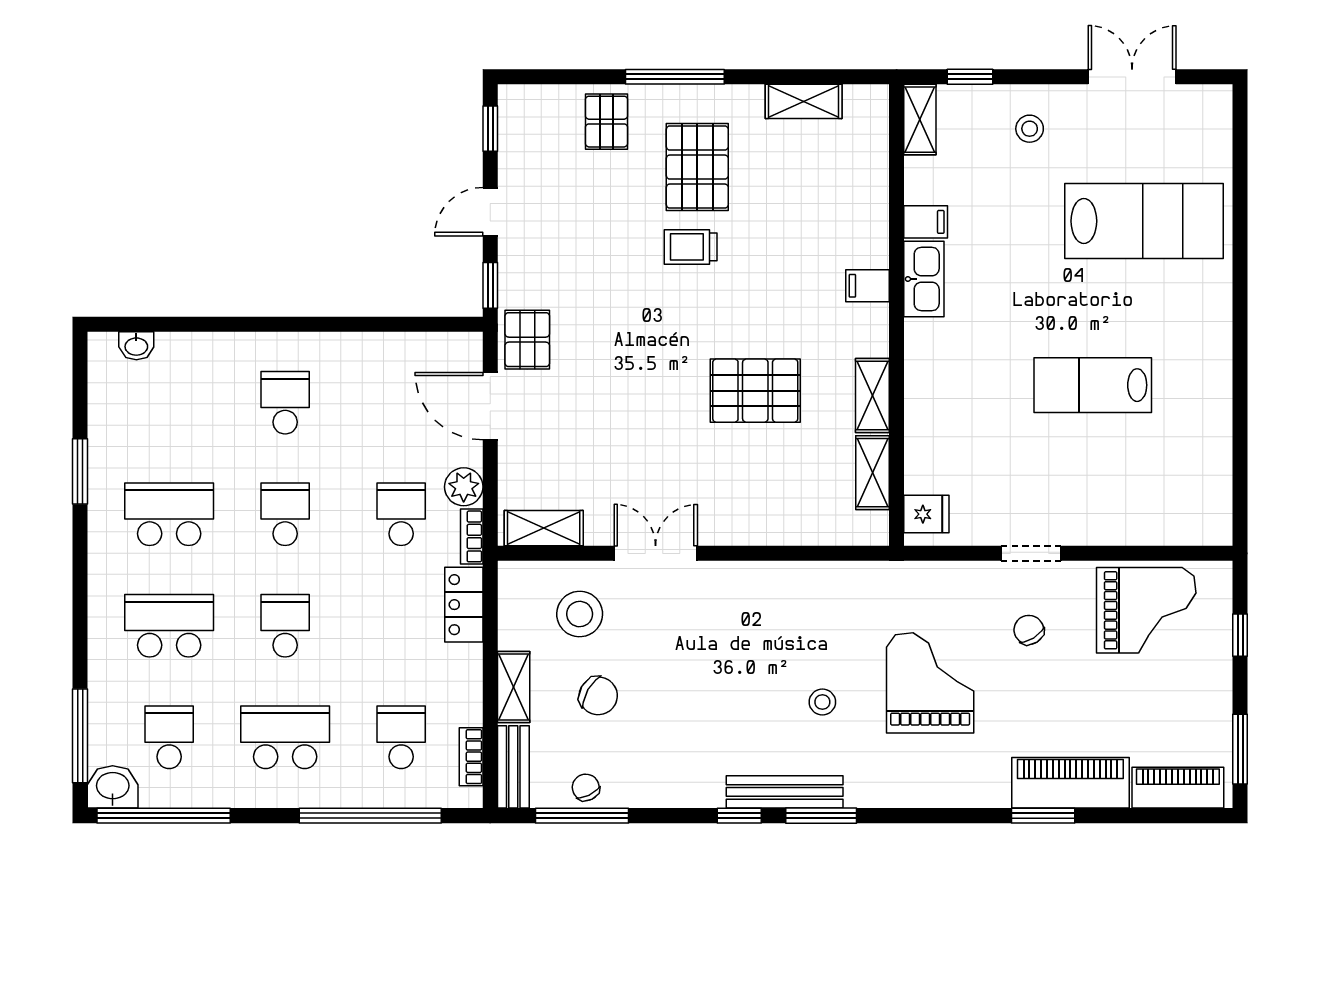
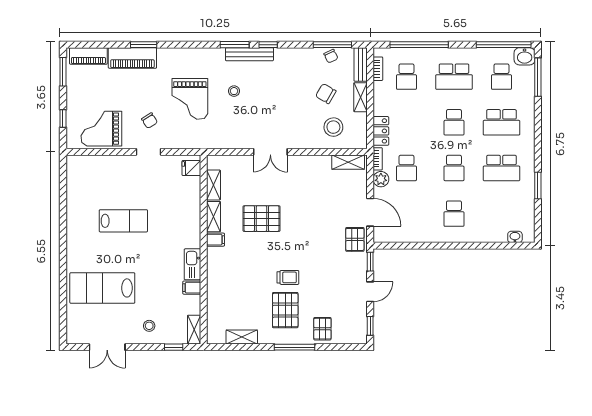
filing cabinet: (868, 286) -> (216, 240), moved
double door: (656, 553) -> (270, 152), moved

